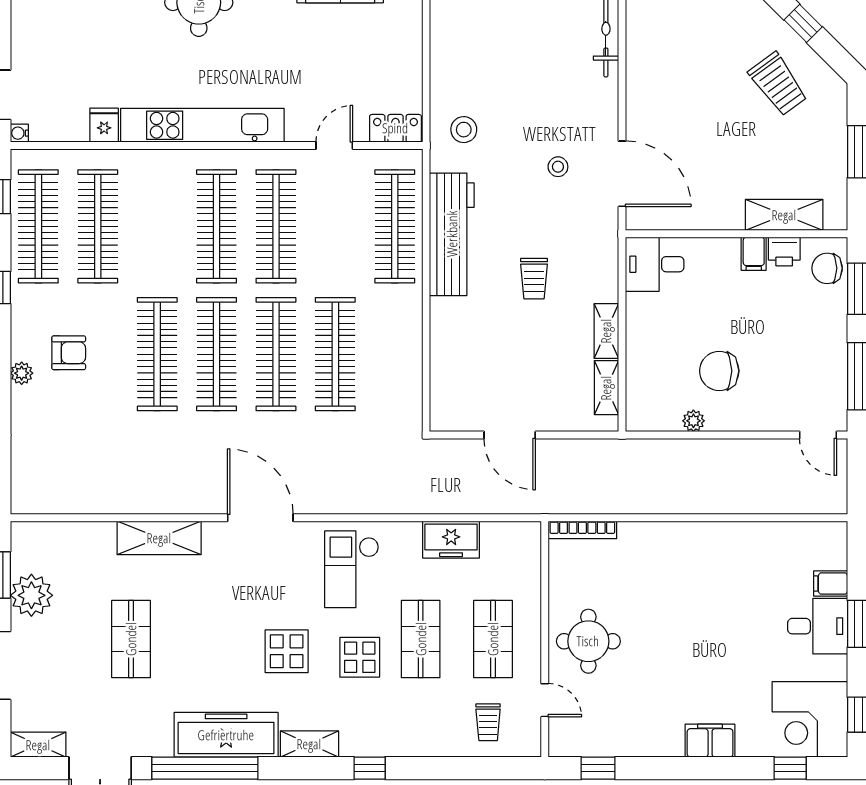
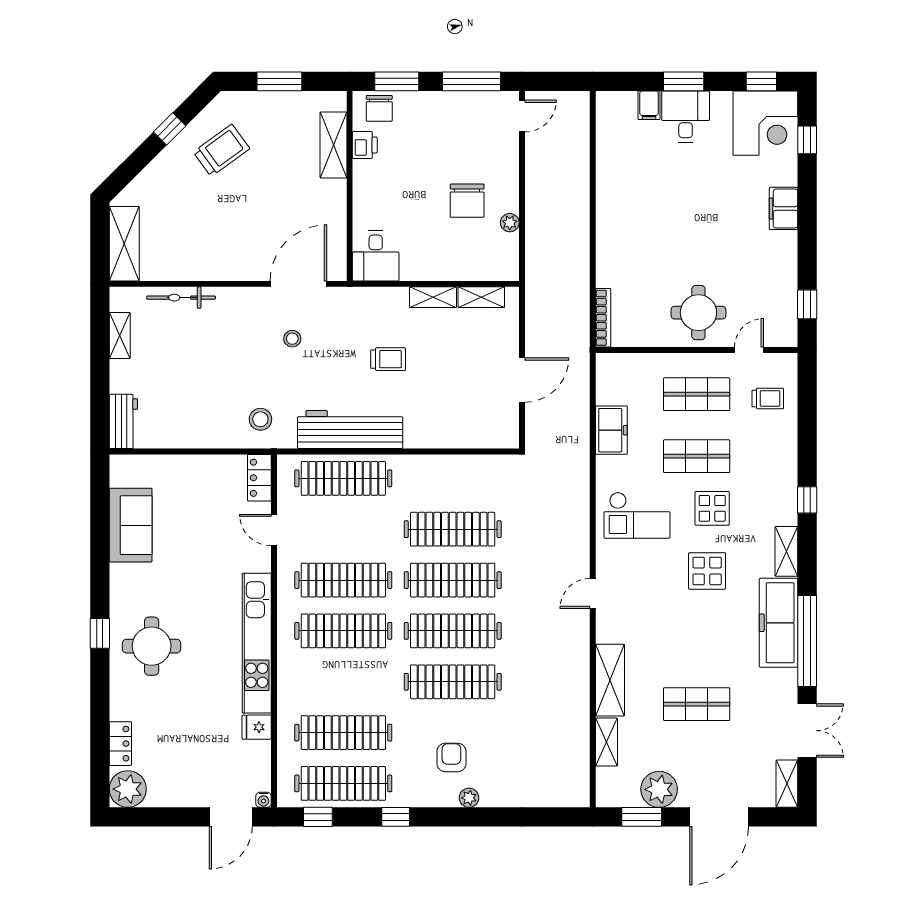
filing cabinet: (754, 254) -> (367, 171), removed
door: (260, 518) -> (593, 593), width x0.53
shelving: (87, 534) -> (606, 742), added

